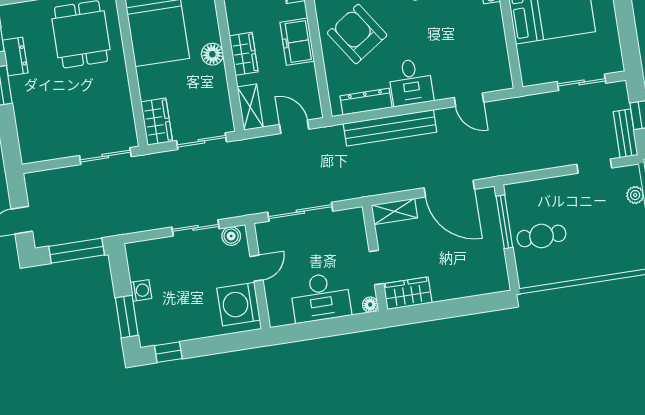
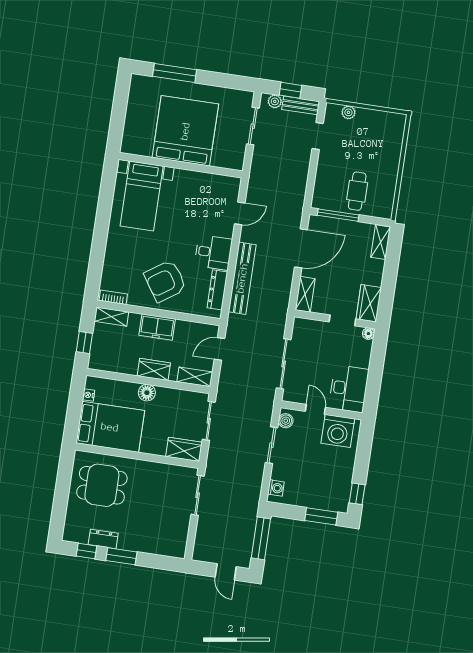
plant: (620, 100) -> (275, 101), added
shelving: (488, 284) -> (381, 242), added
washing machine: (141, 290) -> (276, 488), moved, turned 90
desk: (320, 297) -> (349, 389), moved

